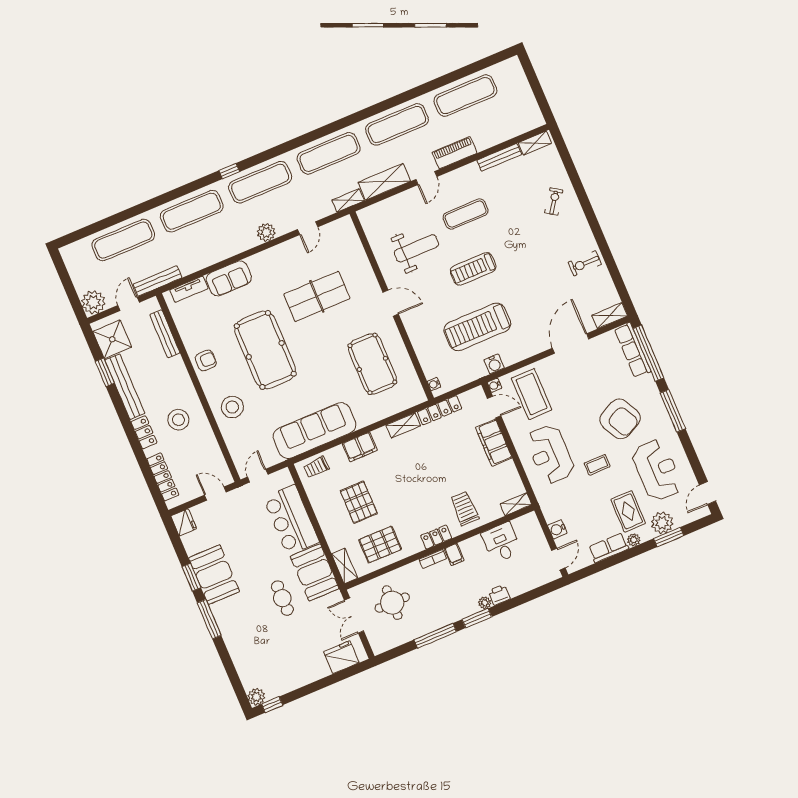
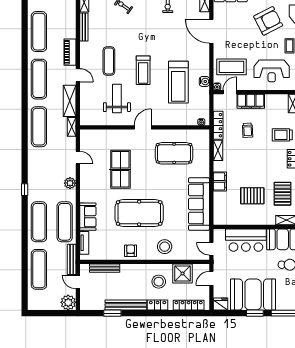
exercise mat: (260, 182) -> (65, 222), moved
shower: (112, 339) -> (183, 273), moved
trolley: (316, 467) -> (248, 130), moved
booth: (214, 575) -> (253, 294), width x1.36, depth x1.42

